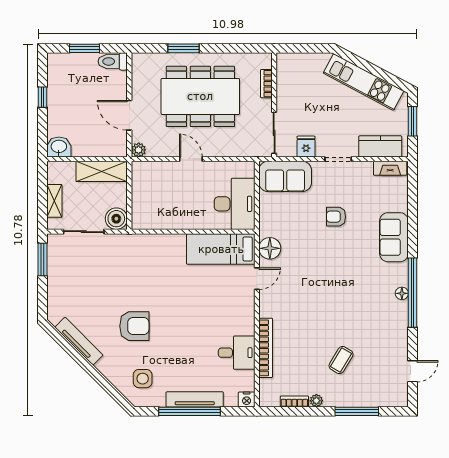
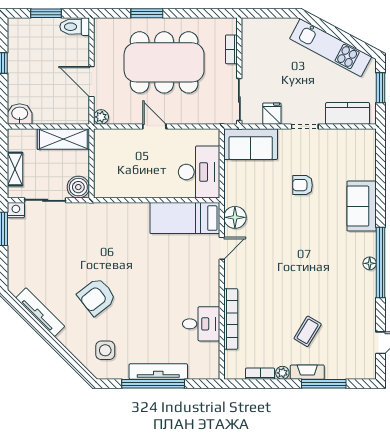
fireplace: (390, 168) -> (307, 372), moved, turned 180
armchair: (134, 326) -> (97, 297), turned 142
nightstand: (247, 400) -> (16, 210), moved, turned 180

